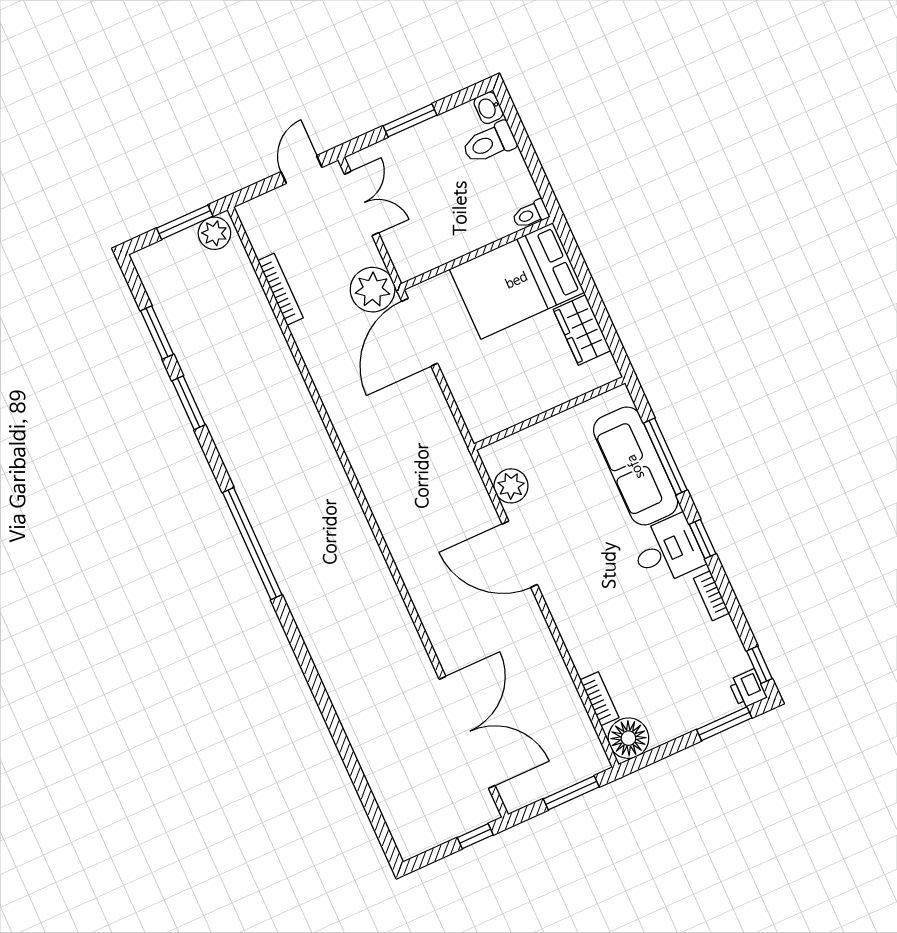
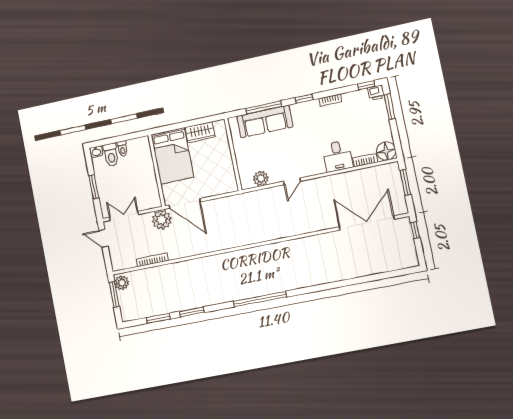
toilet: (530, 214) -> (122, 149), moved
desk: (667, 550) -> (338, 156), moved, turned 180
door: (520, 554) -> (292, 181), width x0.53

